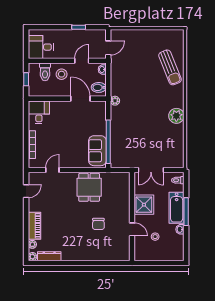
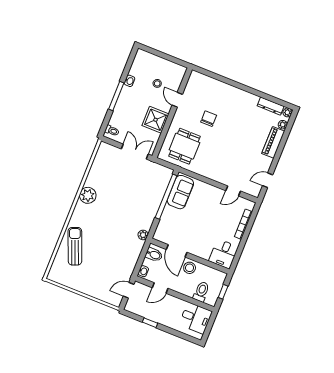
stool: (62, 74) -> (190, 268), moved
dining table: (89, 187) -> (184, 146), moved
bathtub: (177, 208) -> (124, 104), removed

